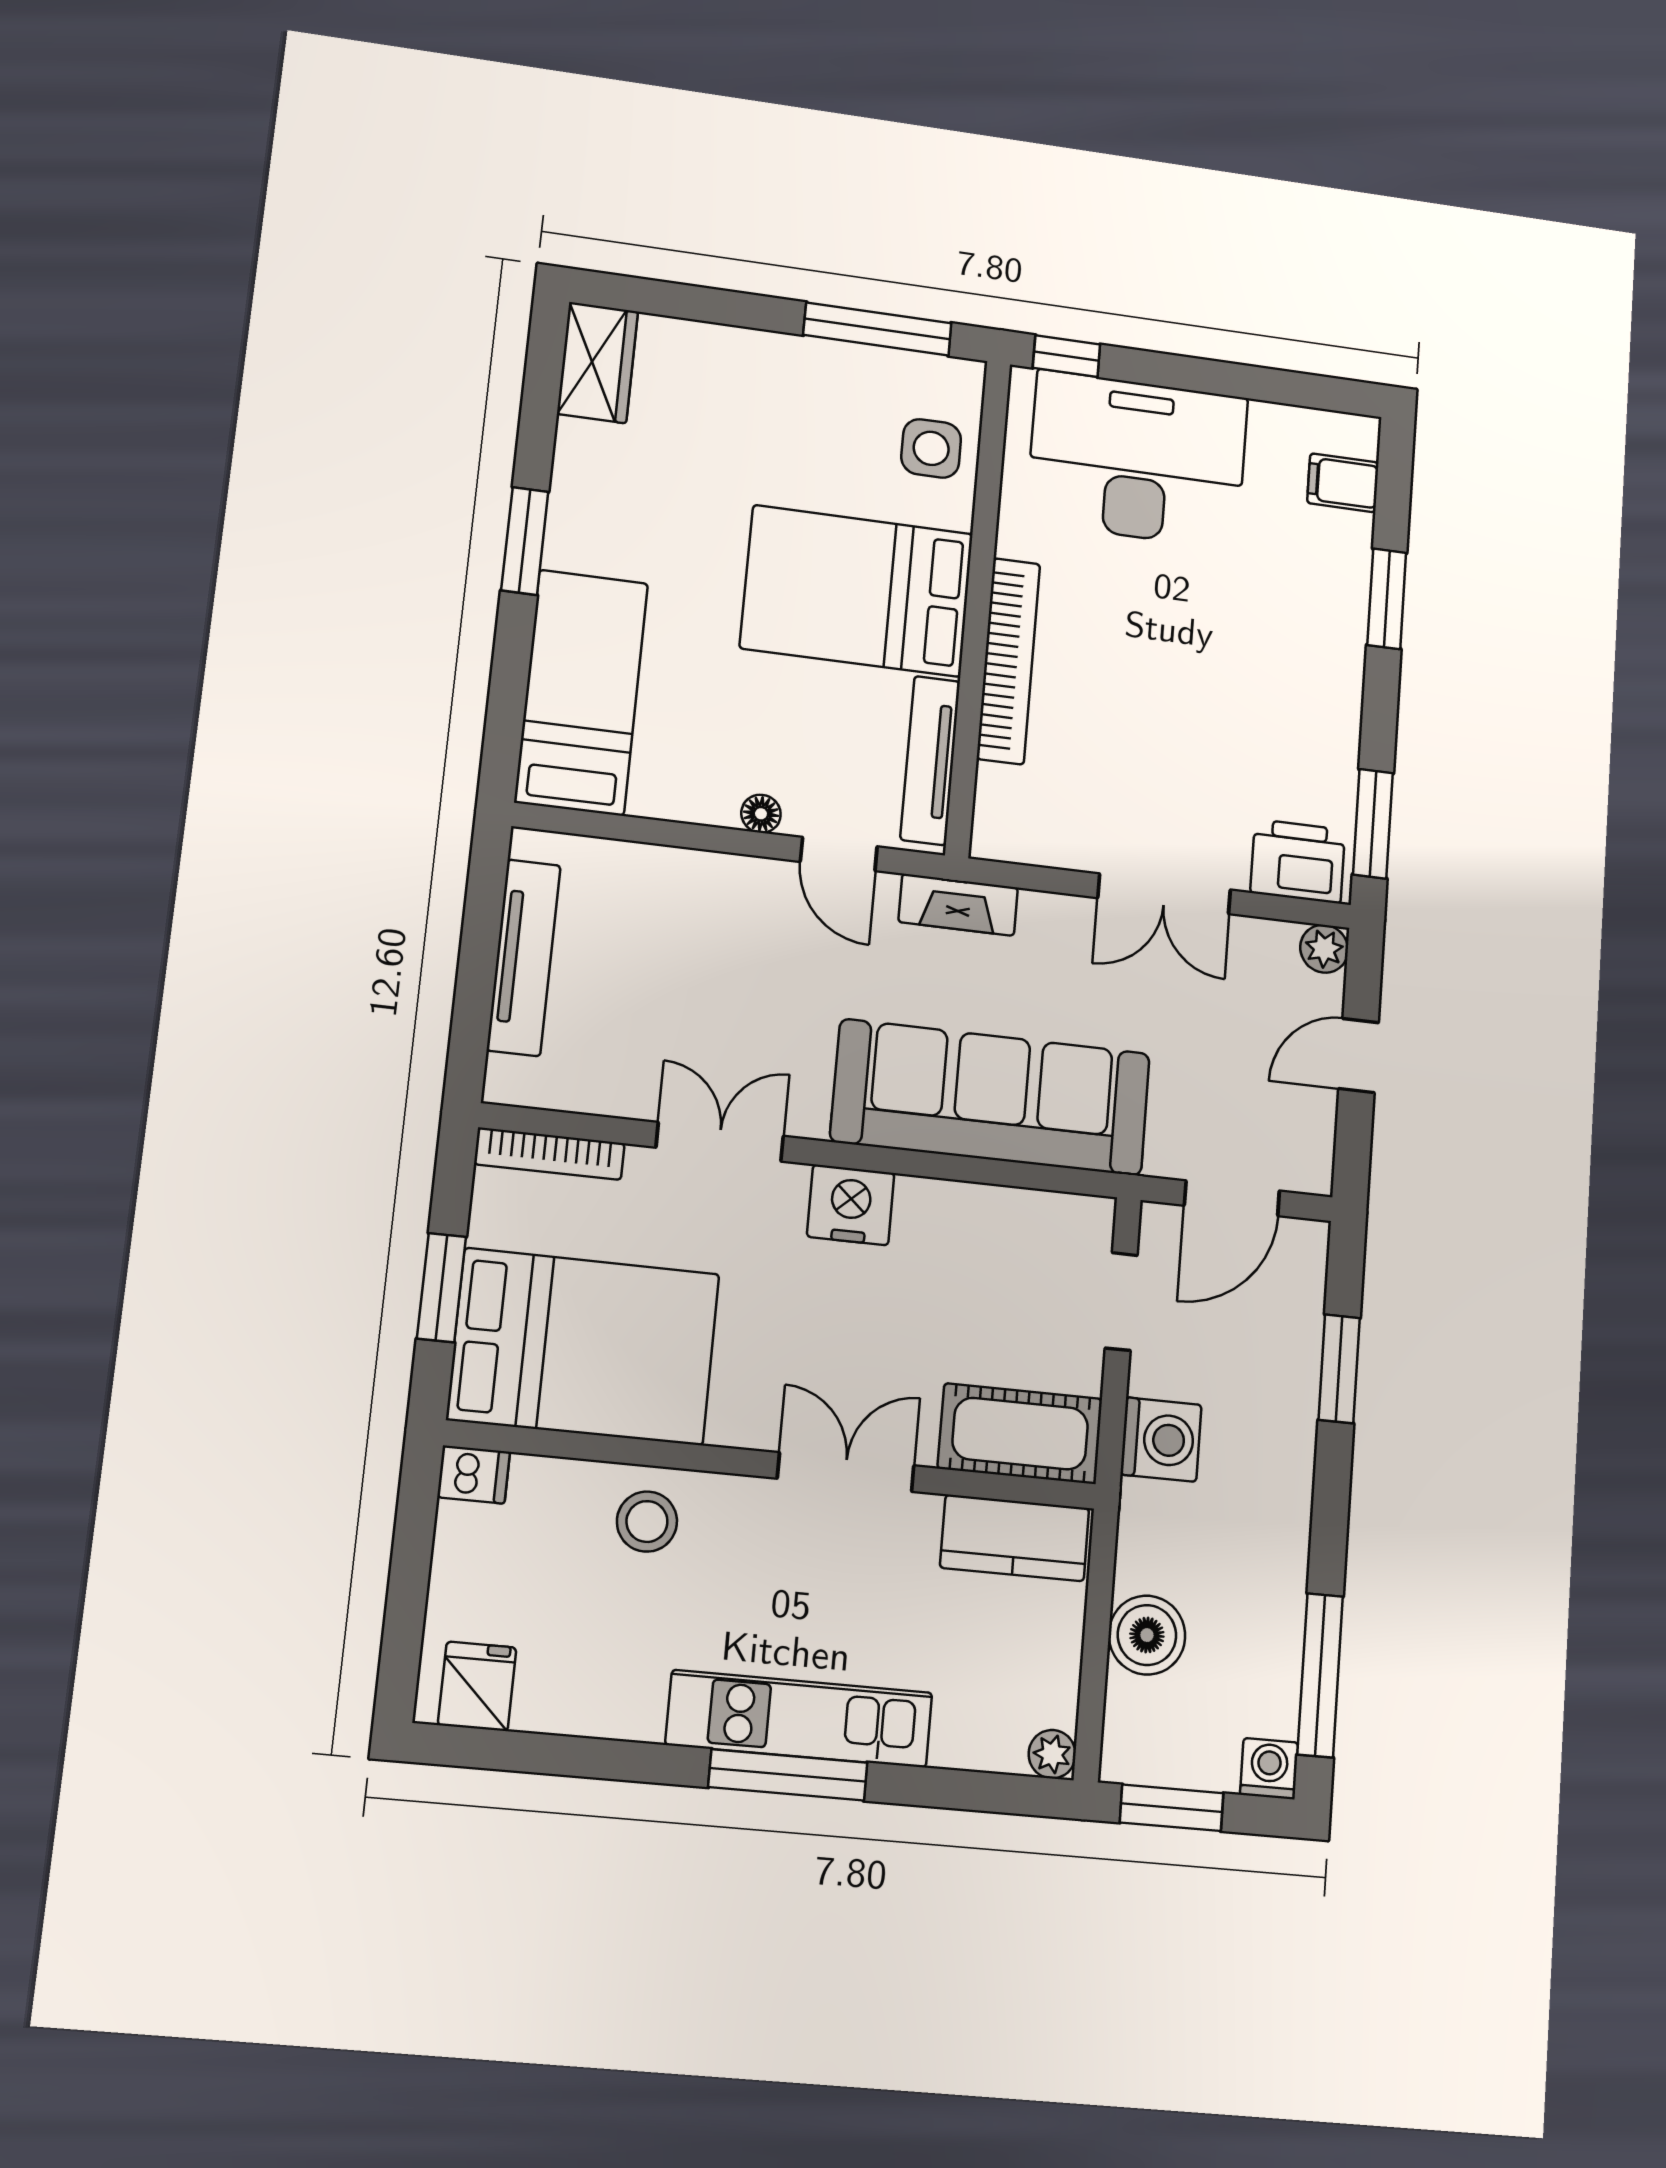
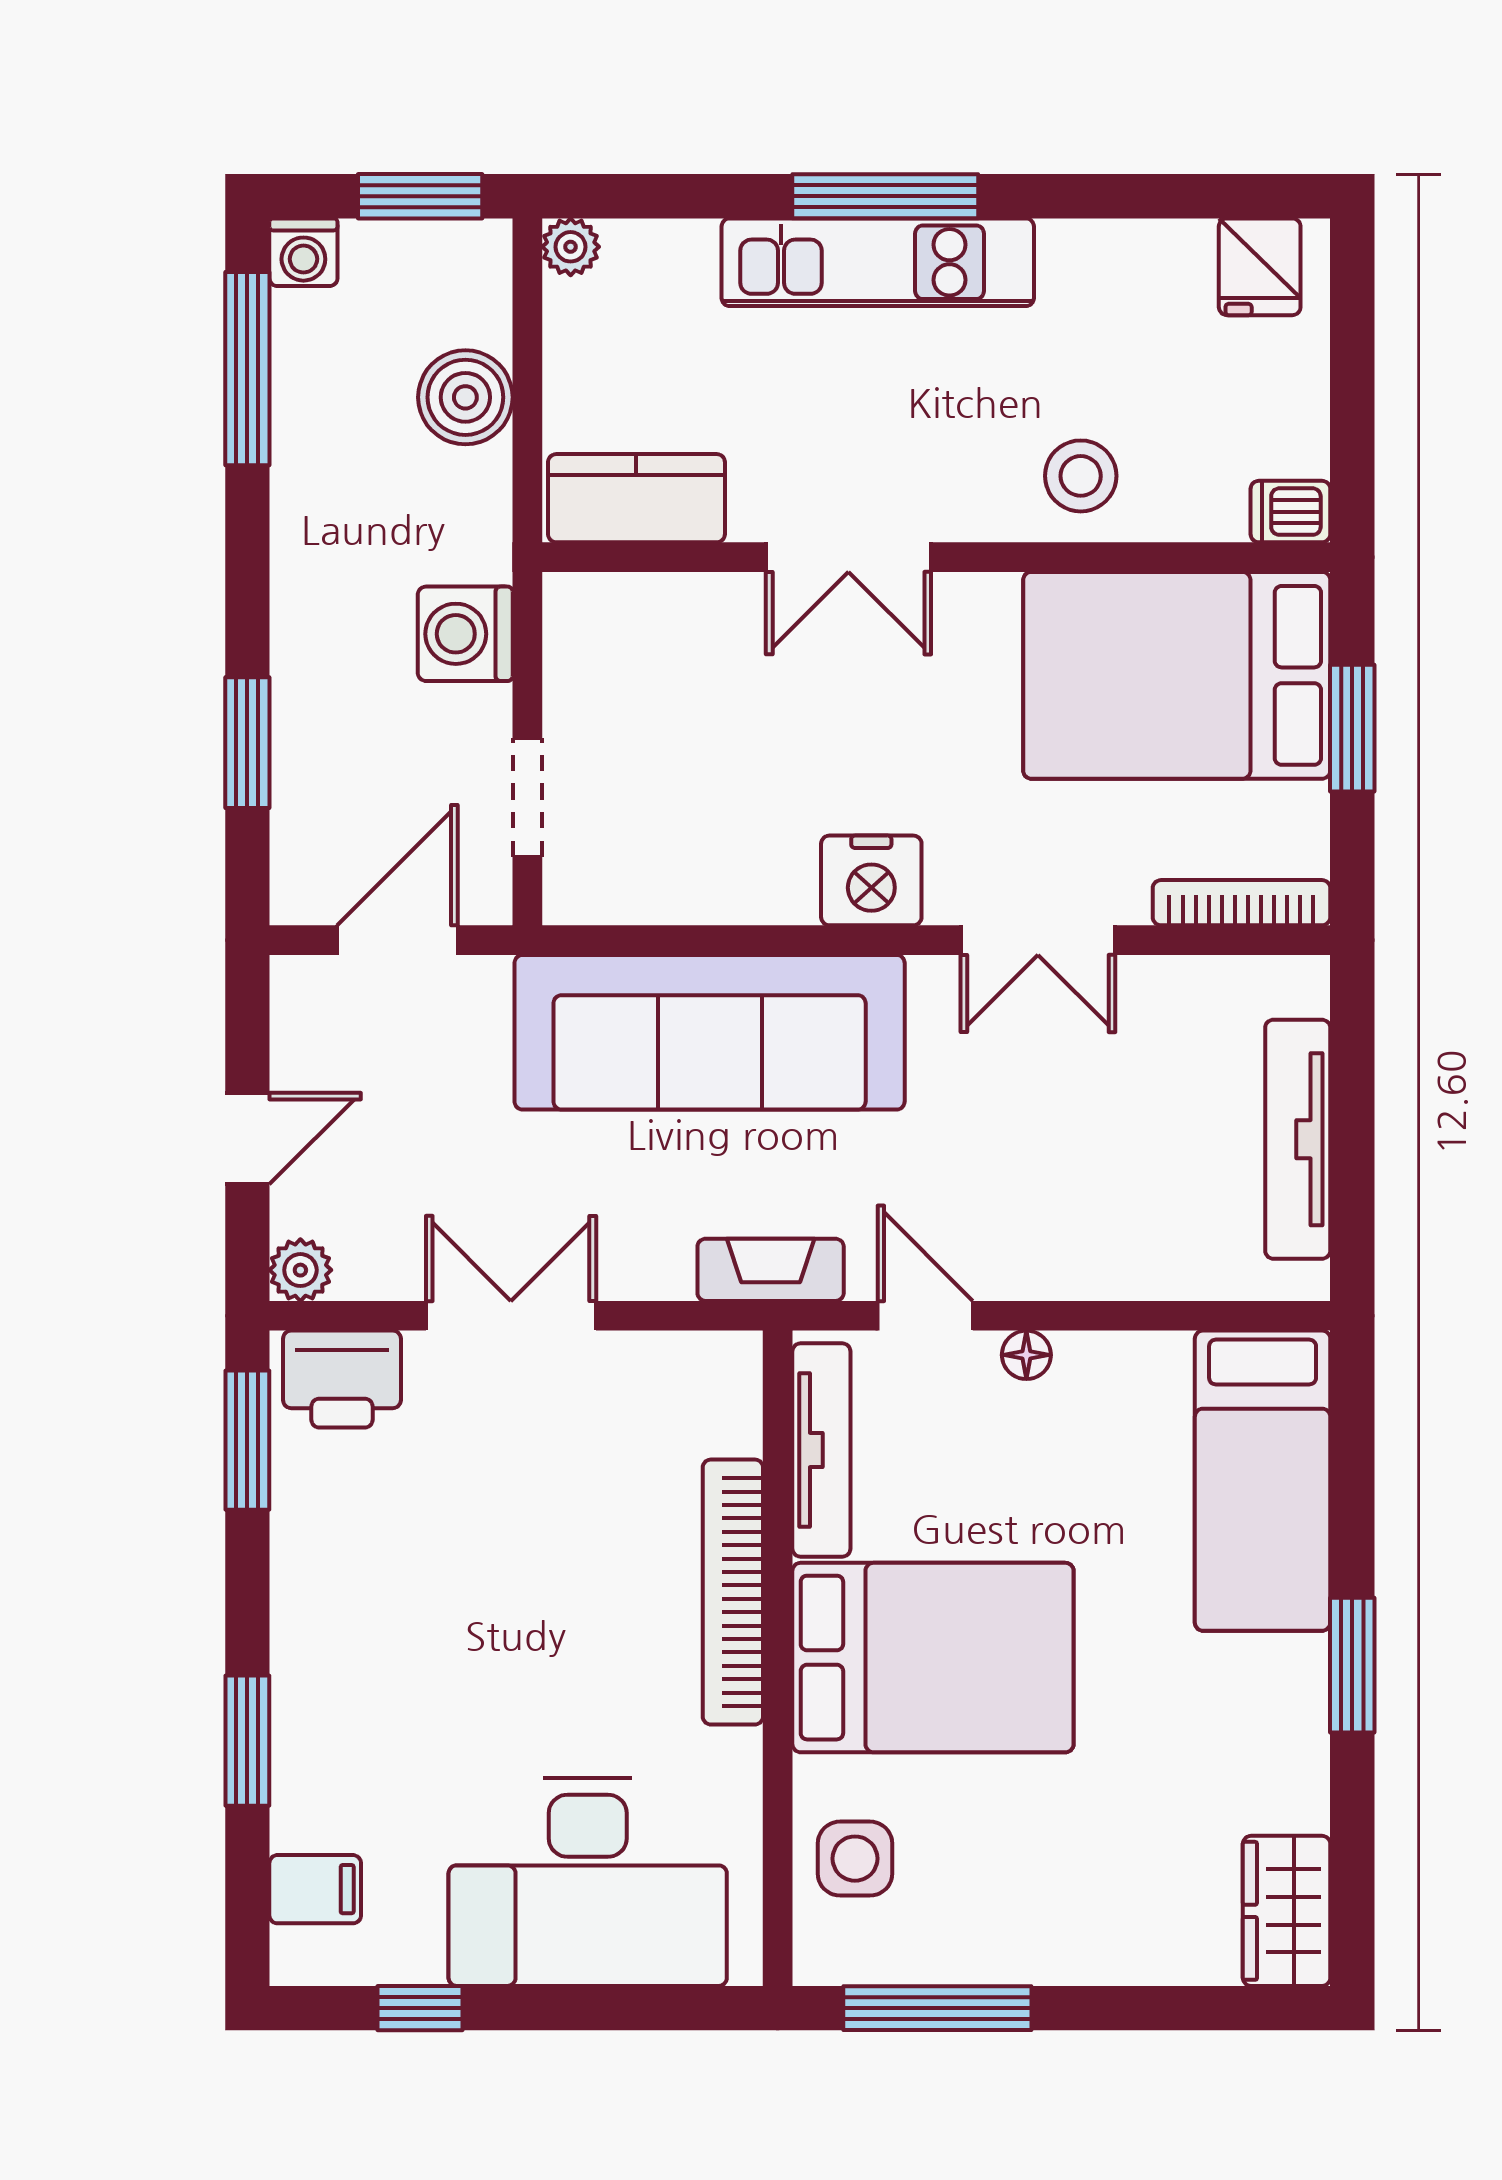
window: (1067, 356) -> (420, 2008), moved
cot: (1020, 1434) -> (640, 624), removed

